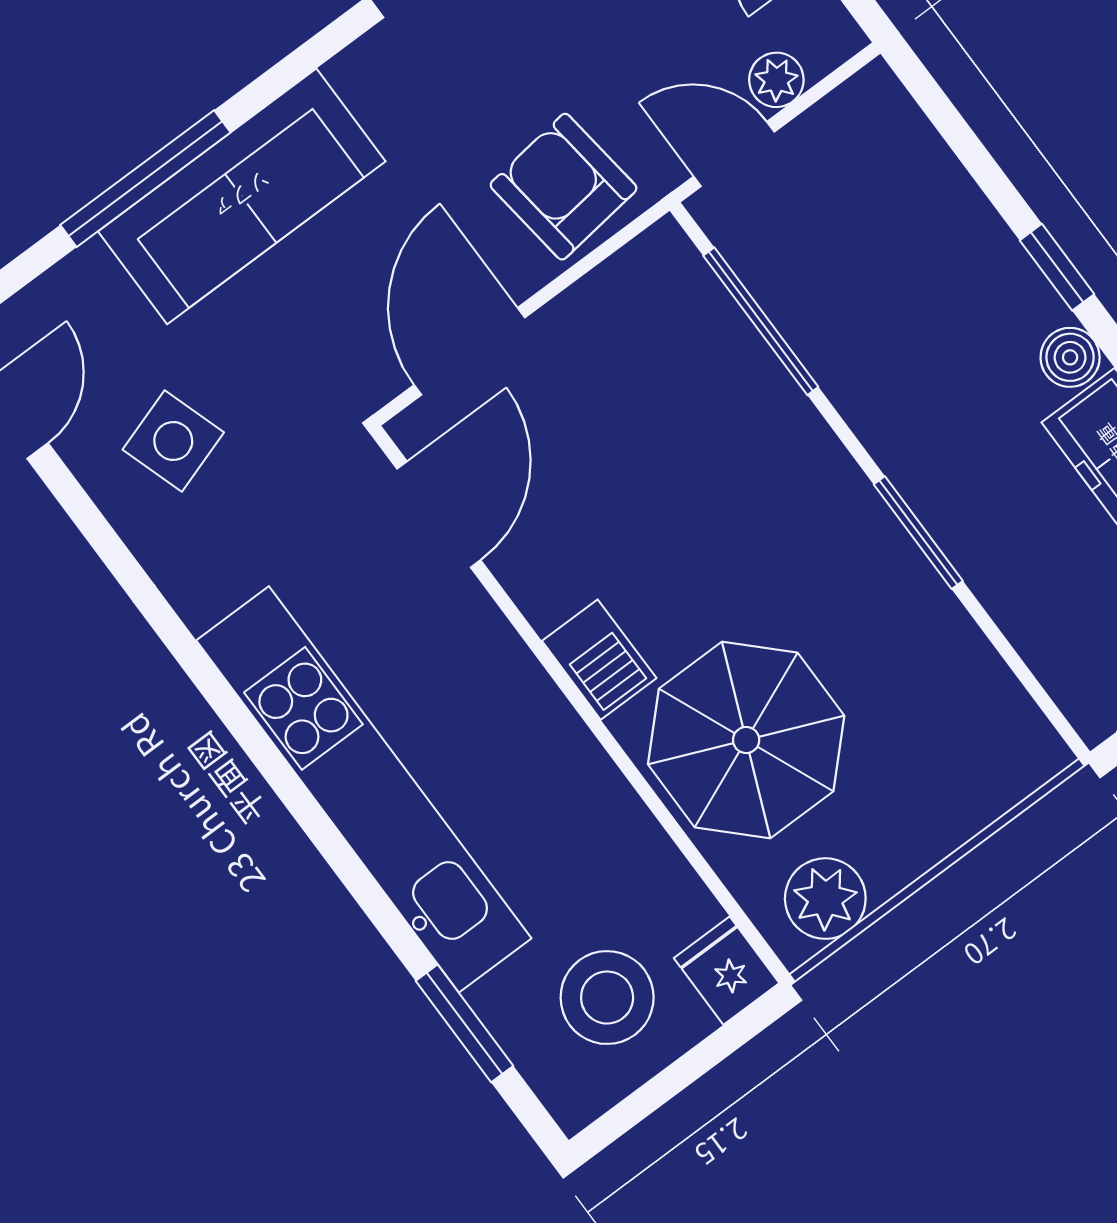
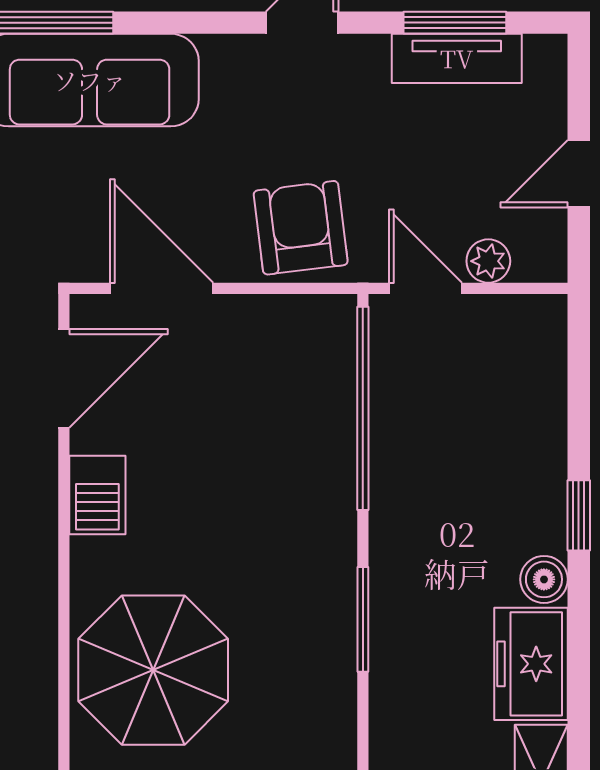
window: (761, 321) -> (363, 408), width x1.46
door: (470, 351) -> (162, 288), hinge flipped
barbecue: (599, 660) -> (97, 495), moved

